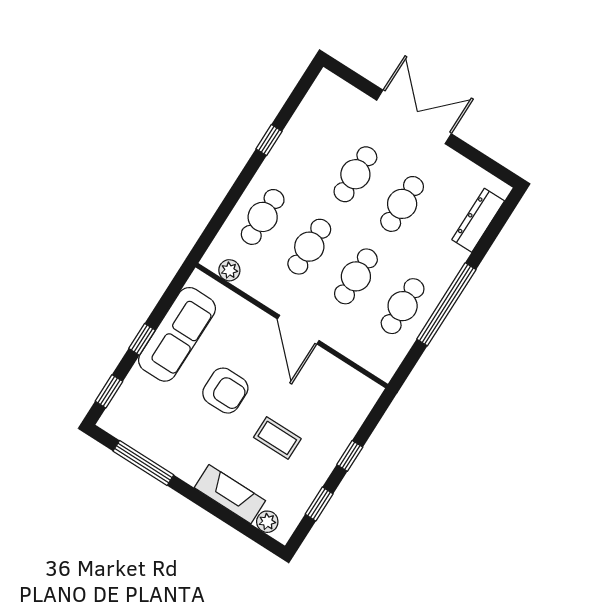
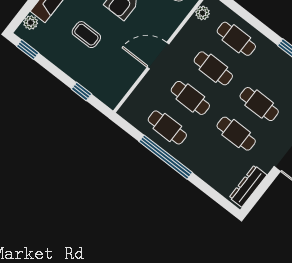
dresser: (478, 220) -> (248, 186), moved, turned -90
coffee table: (277, 438) -> (86, 35), turned 90
window: (350, 456) -> (81, 91), moved
window: (319, 504) -> (28, 50), moved

